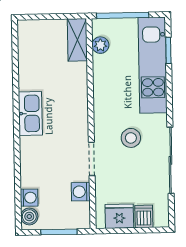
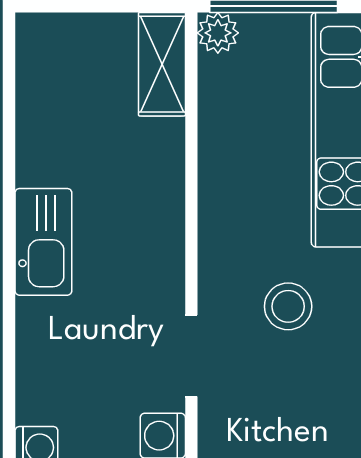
plant: (100, 45) -> (218, 33), moved

